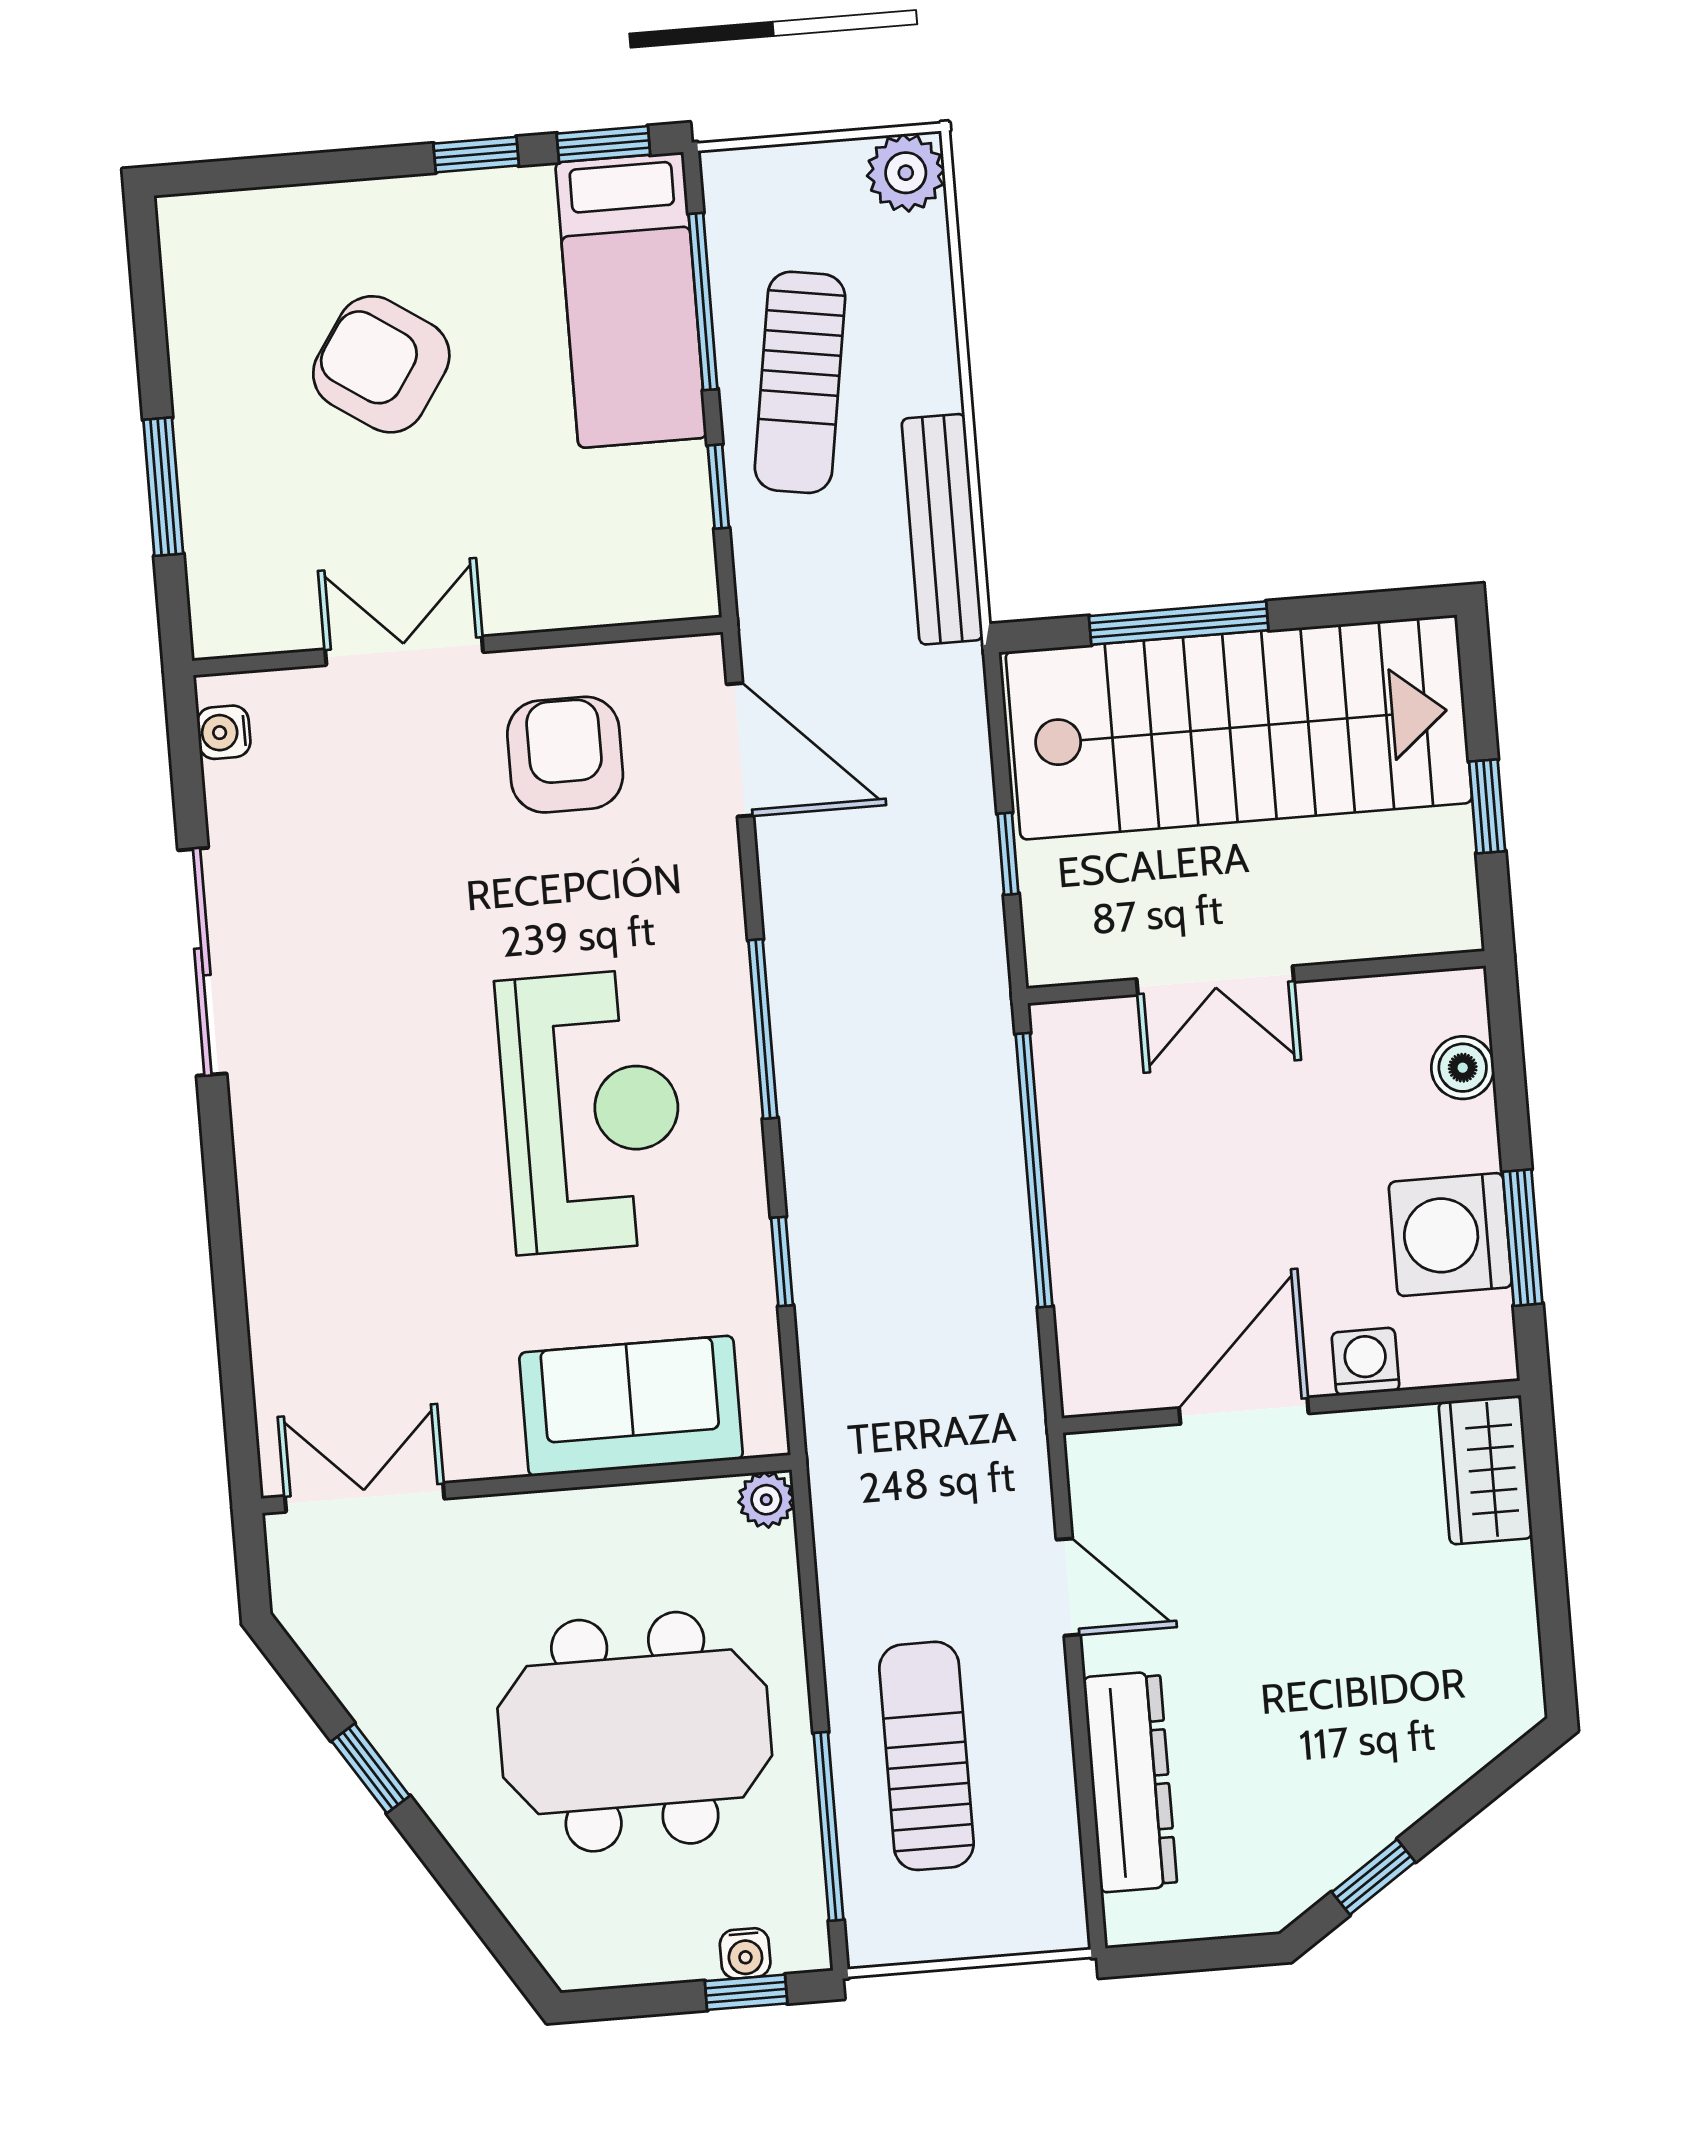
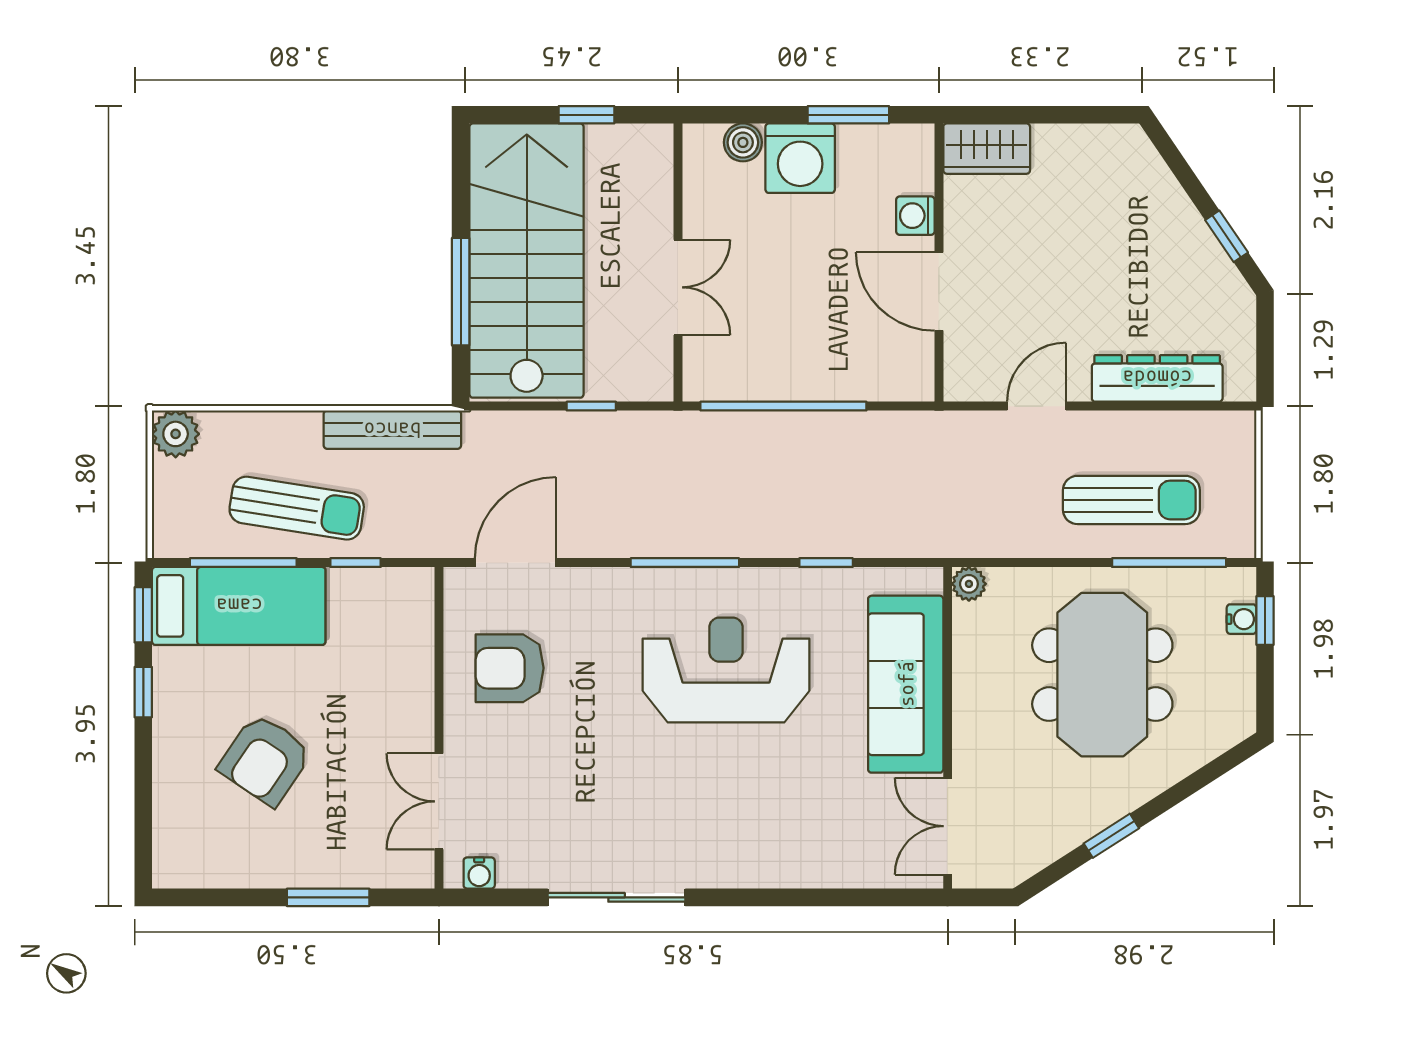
double door: (404, 651) -> (439, 801), moved
washing machine: (1450, 1235) -> (800, 158), moved
sofa: (631, 1406) -> (906, 684), width x1.36
sun lounger: (926, 1756) -> (1131, 500), turned 180

